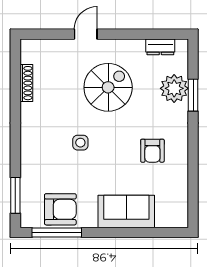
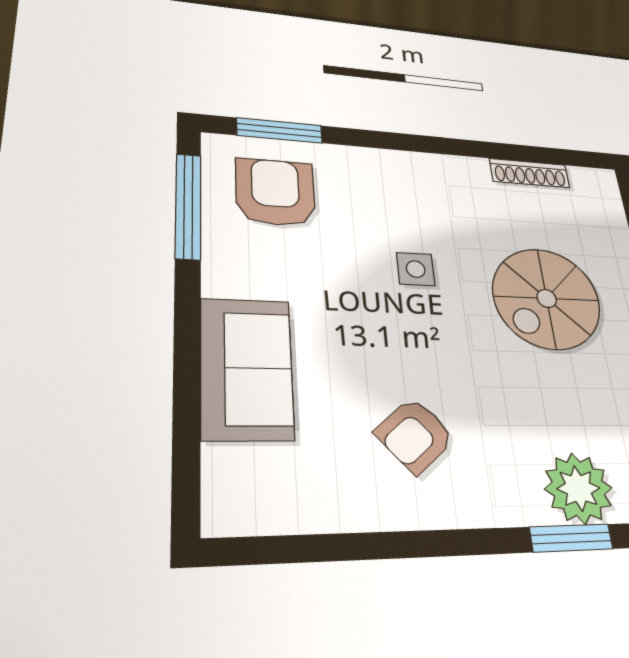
spiral stairs: (108, 87) -> (547, 298), moved, turned 90
armchair: (152, 151) -> (415, 435), turned -41
armchair: (60, 209) -> (275, 192), moved, turned 180

